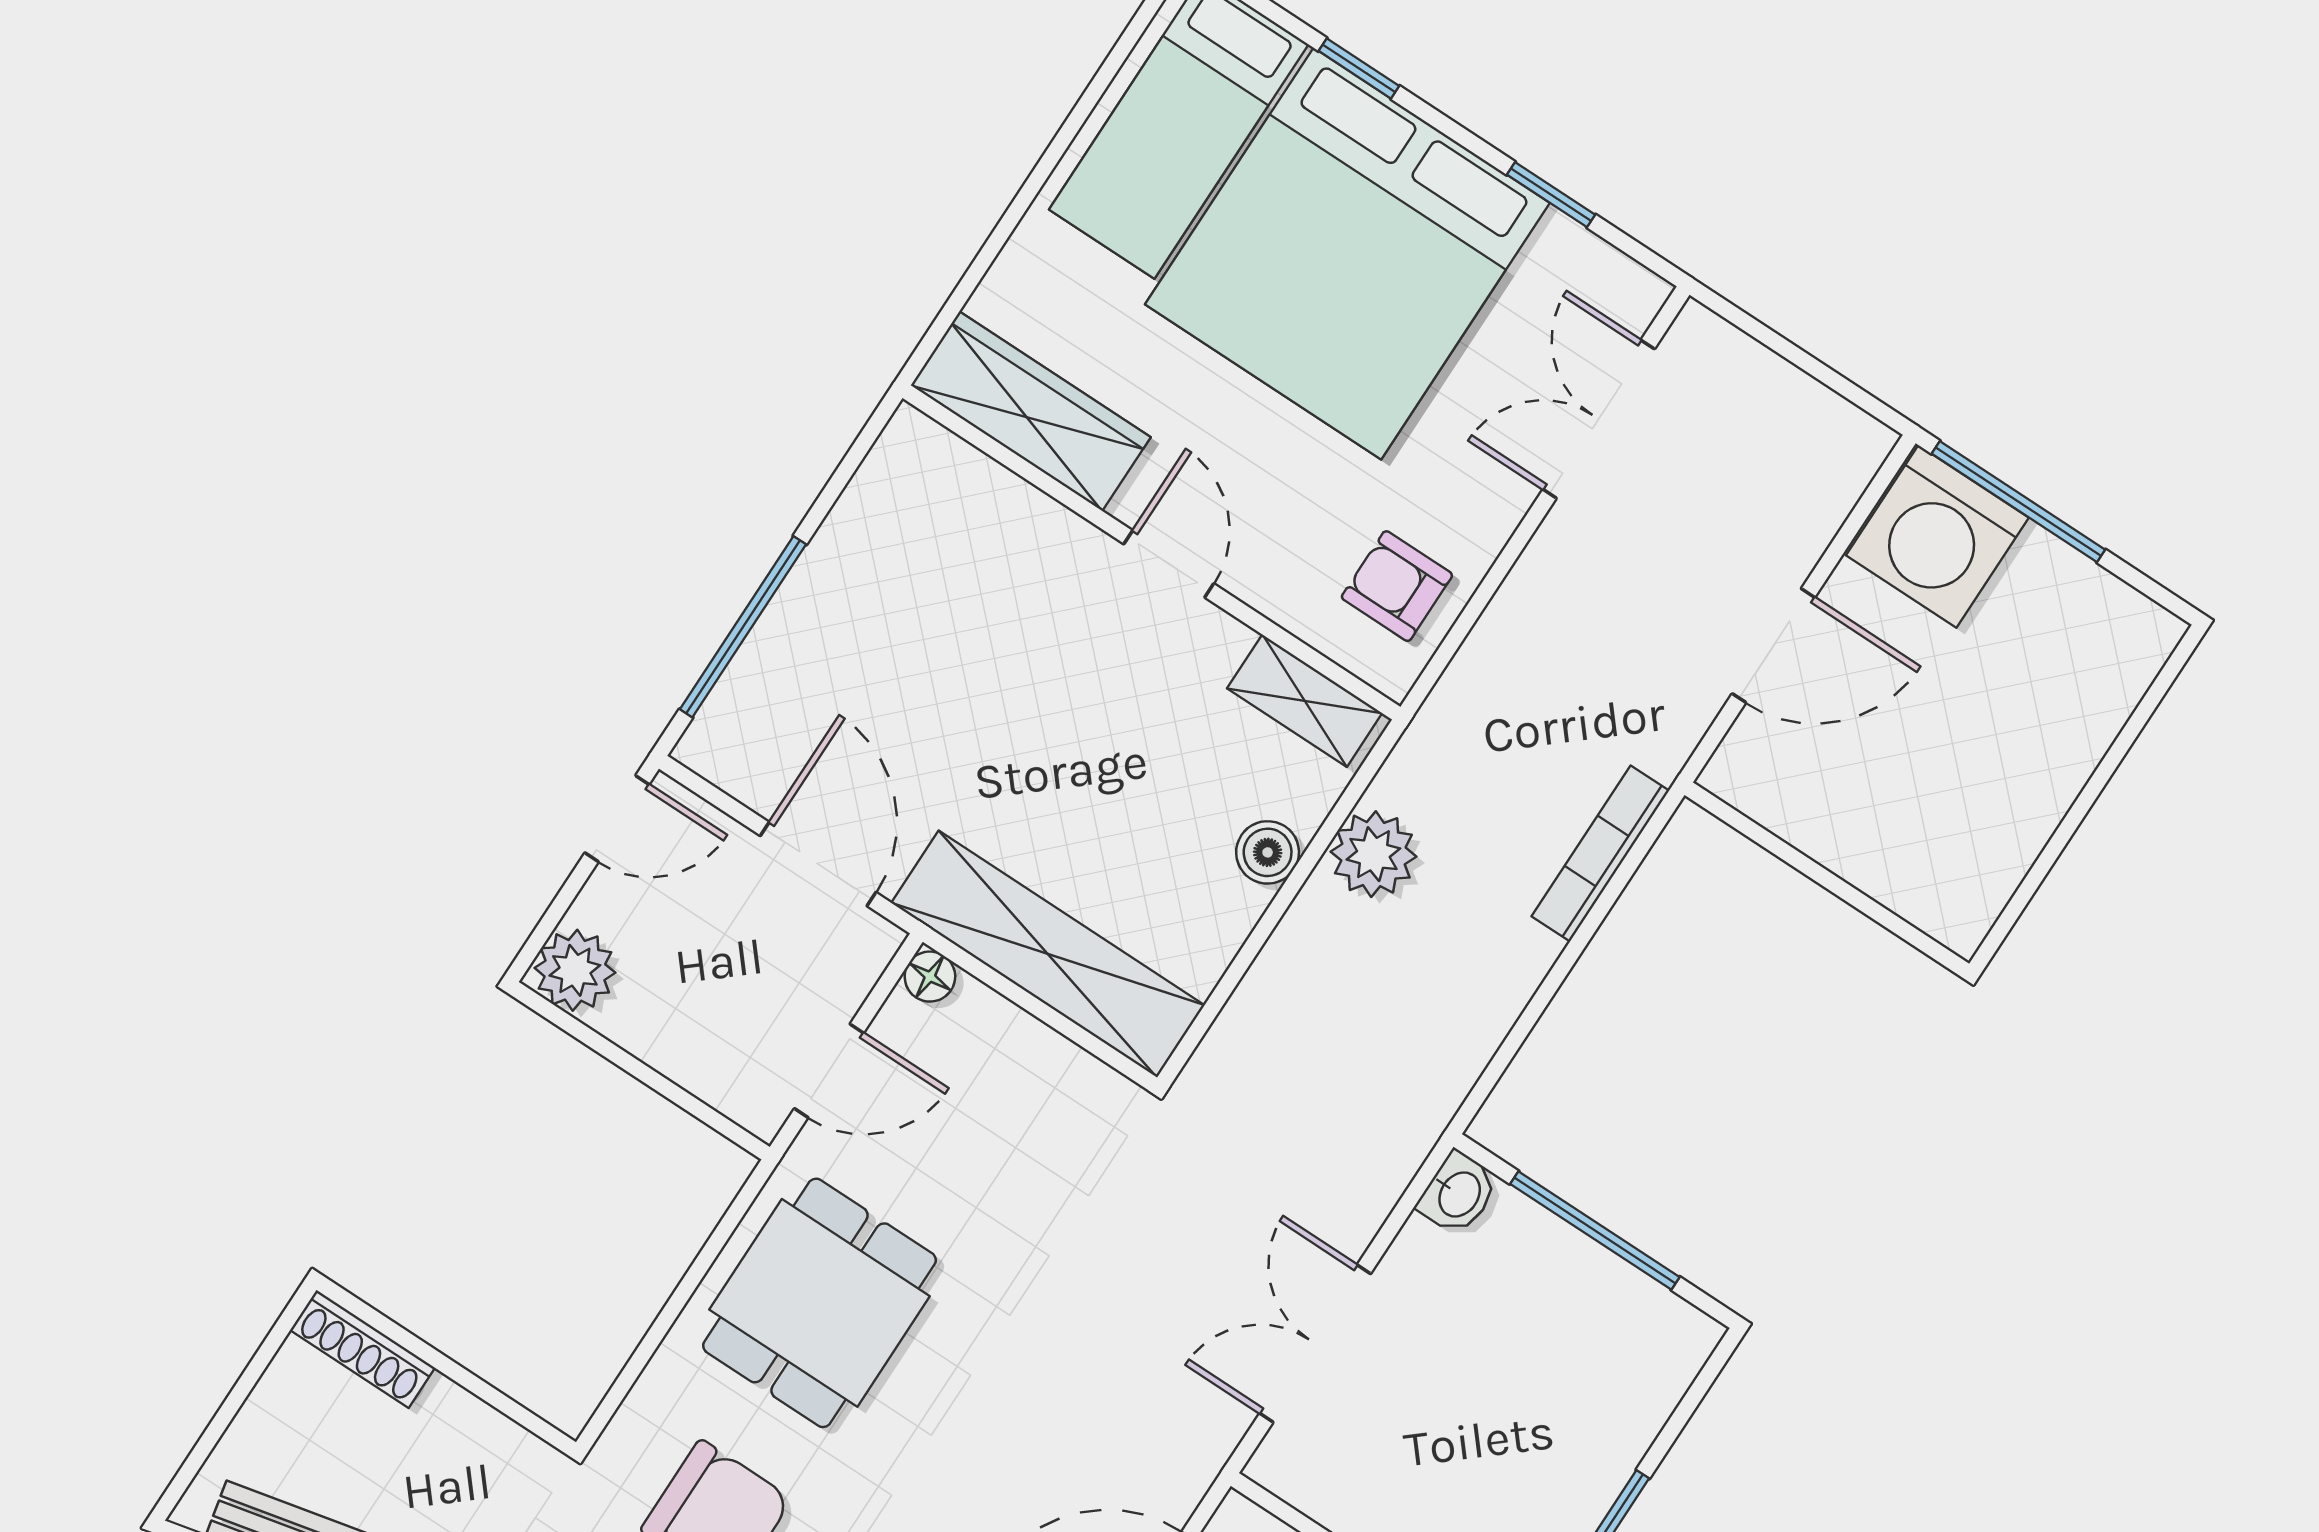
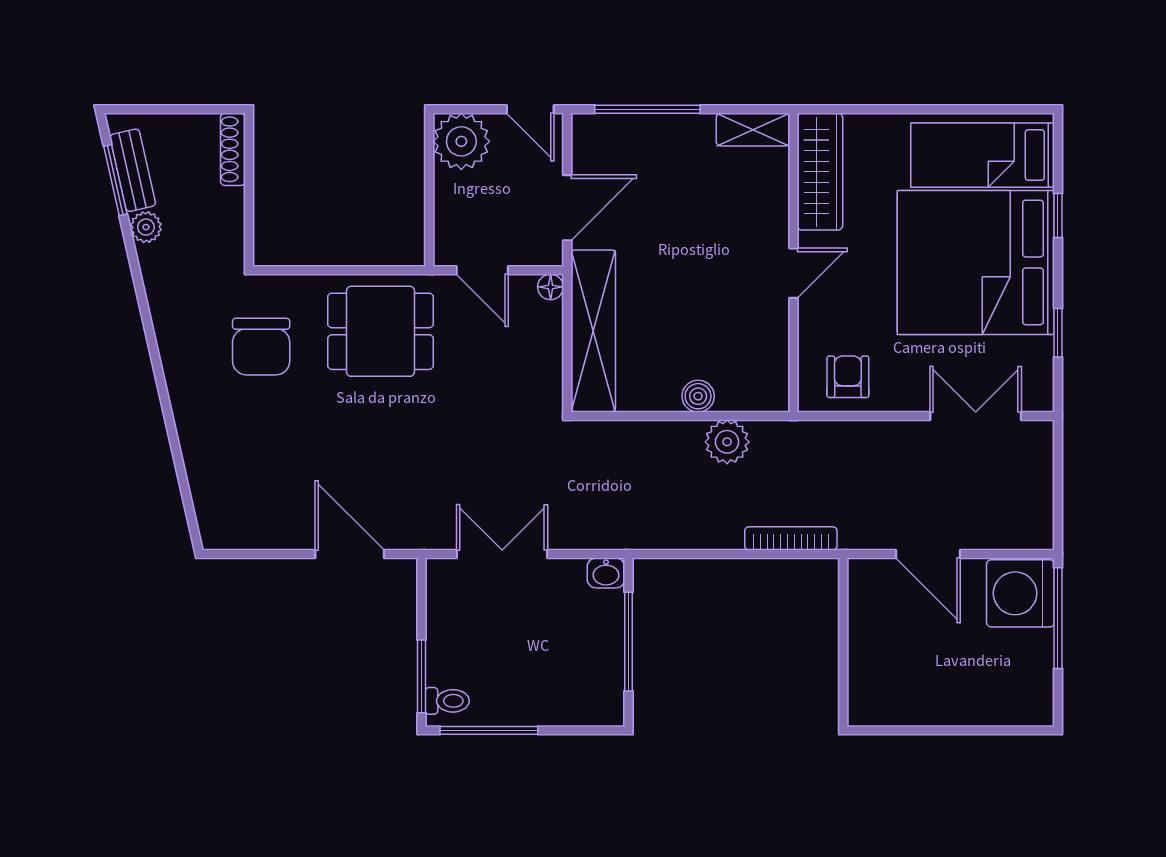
shelving: (1305, 701) -> (753, 130), moved, turned 90
plant: (575, 970) -> (461, 141), width x1.36, depth x1.36

